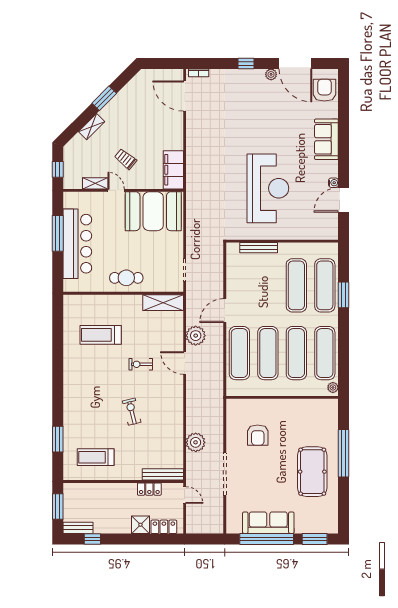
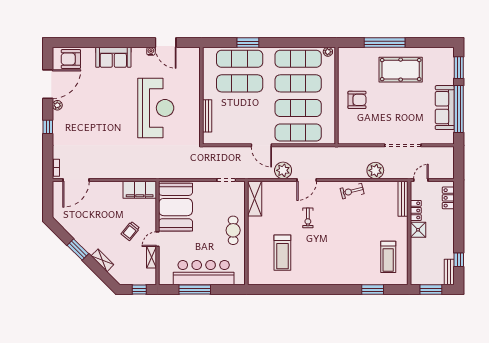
reception desk: (268, 188) -> (156, 108), turned 90
exercise bike: (132, 412) -> (352, 191), moved
armchair: (258, 435) -> (357, 100), moved
shower: (140, 525) -> (418, 230), moved

